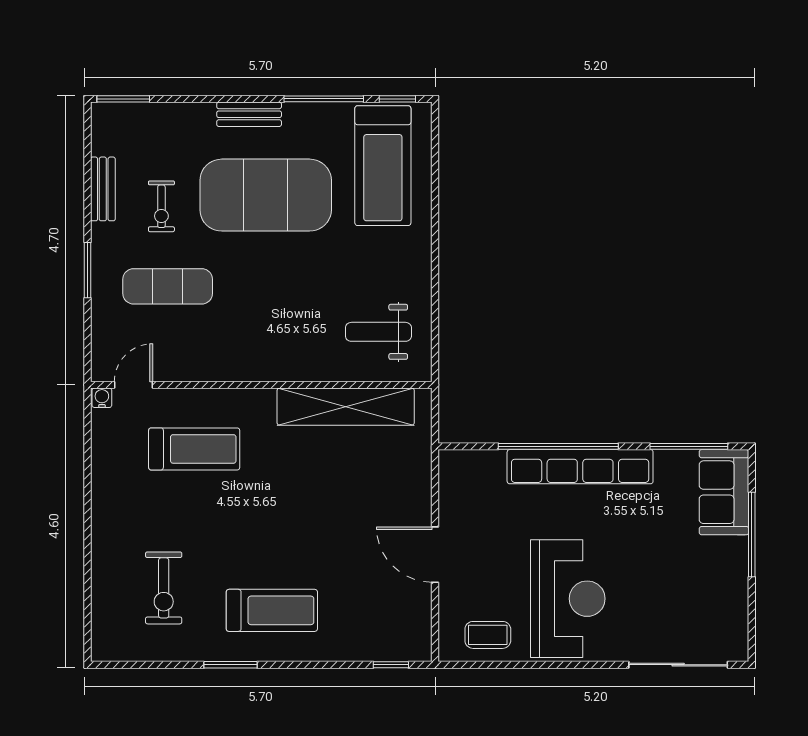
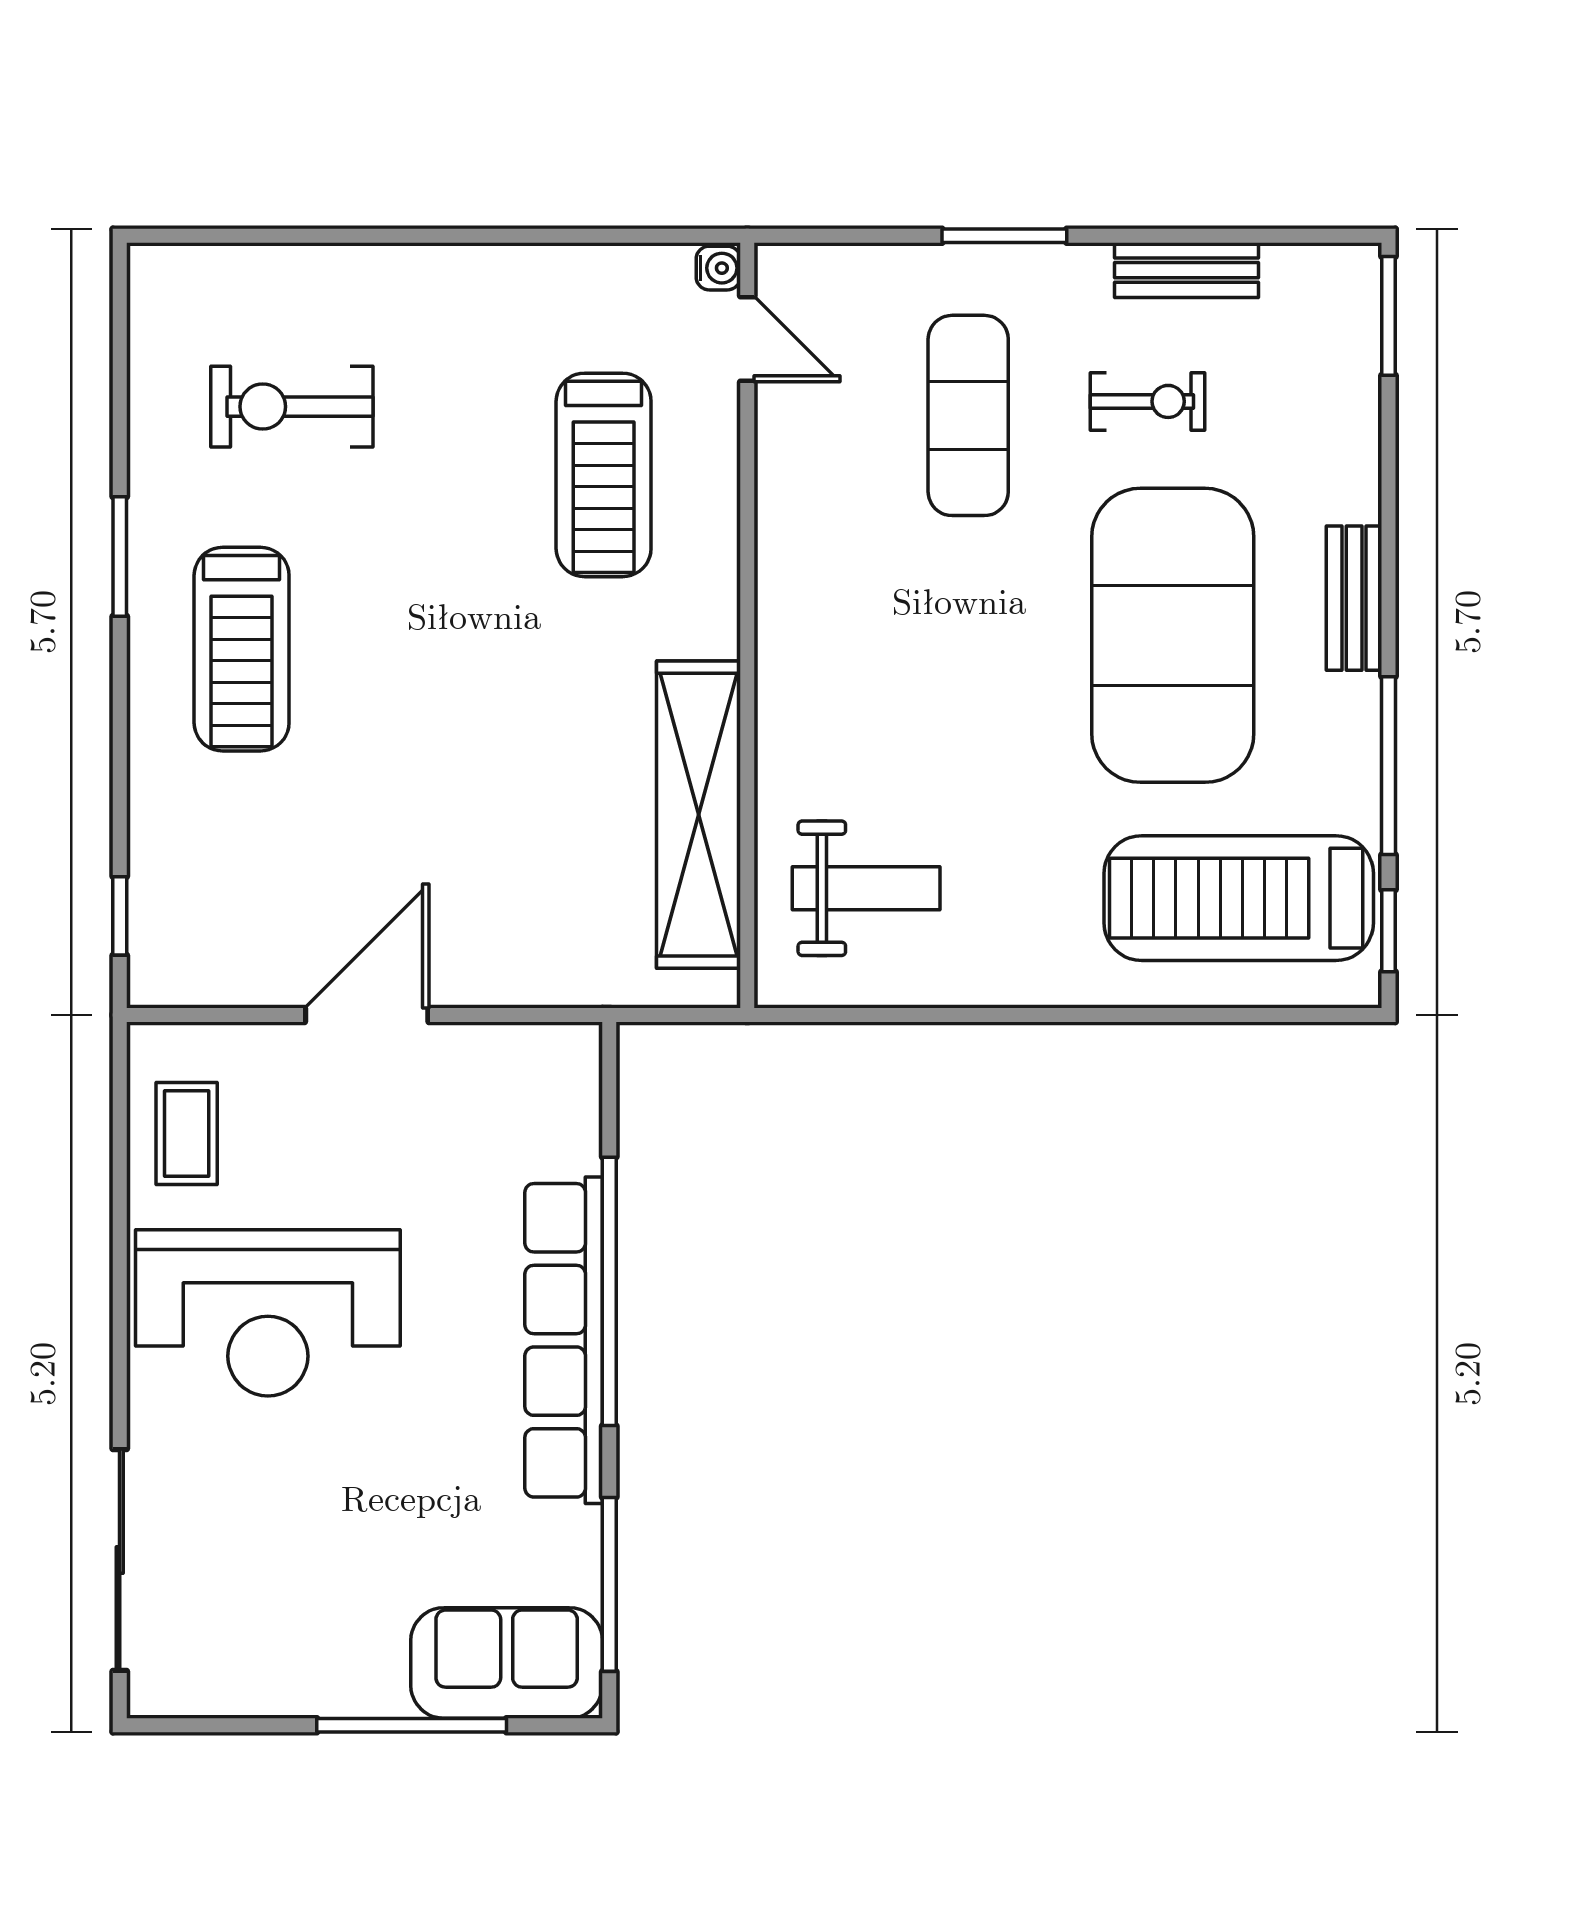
exercise bike: (161, 206) -> (1148, 401), turned 180
weight bench: (378, 332) -> (866, 888), turned 90

